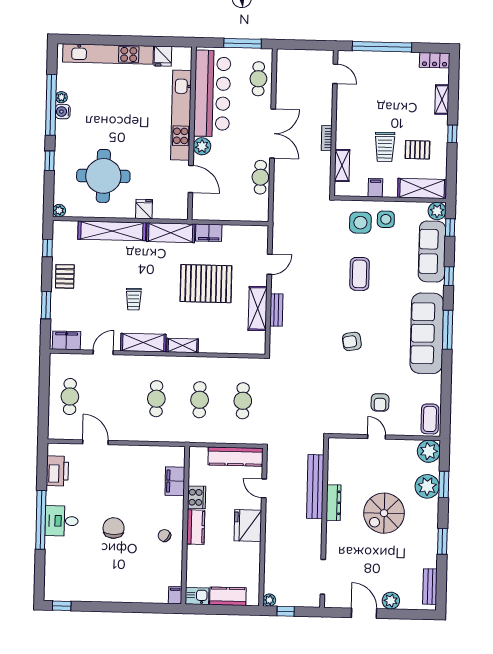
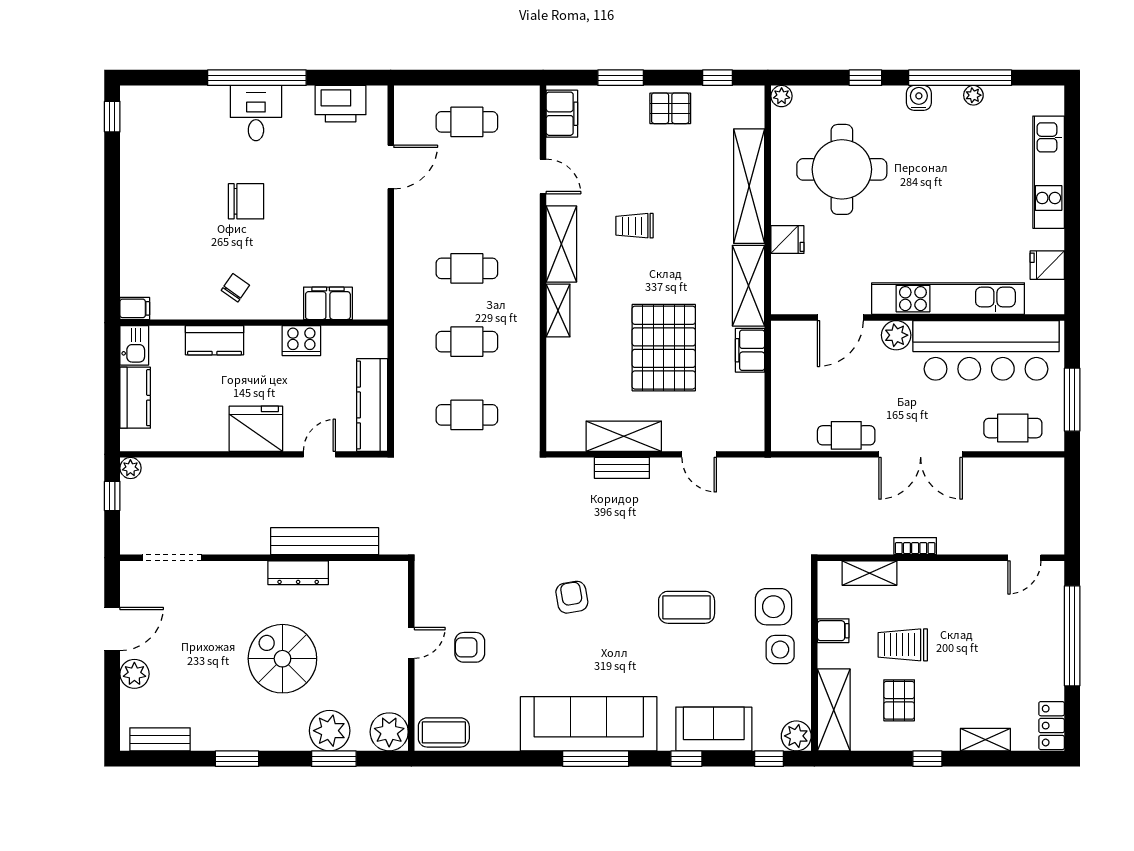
kitchen unit: (108, 54) -> (1049, 172), width x0.73
water cooler: (63, 112) -> (919, 98), moved
sofa: (432, 251) -> (714, 729), width x0.73
kitchen counter: (196, 527) -> (215, 340), moved

